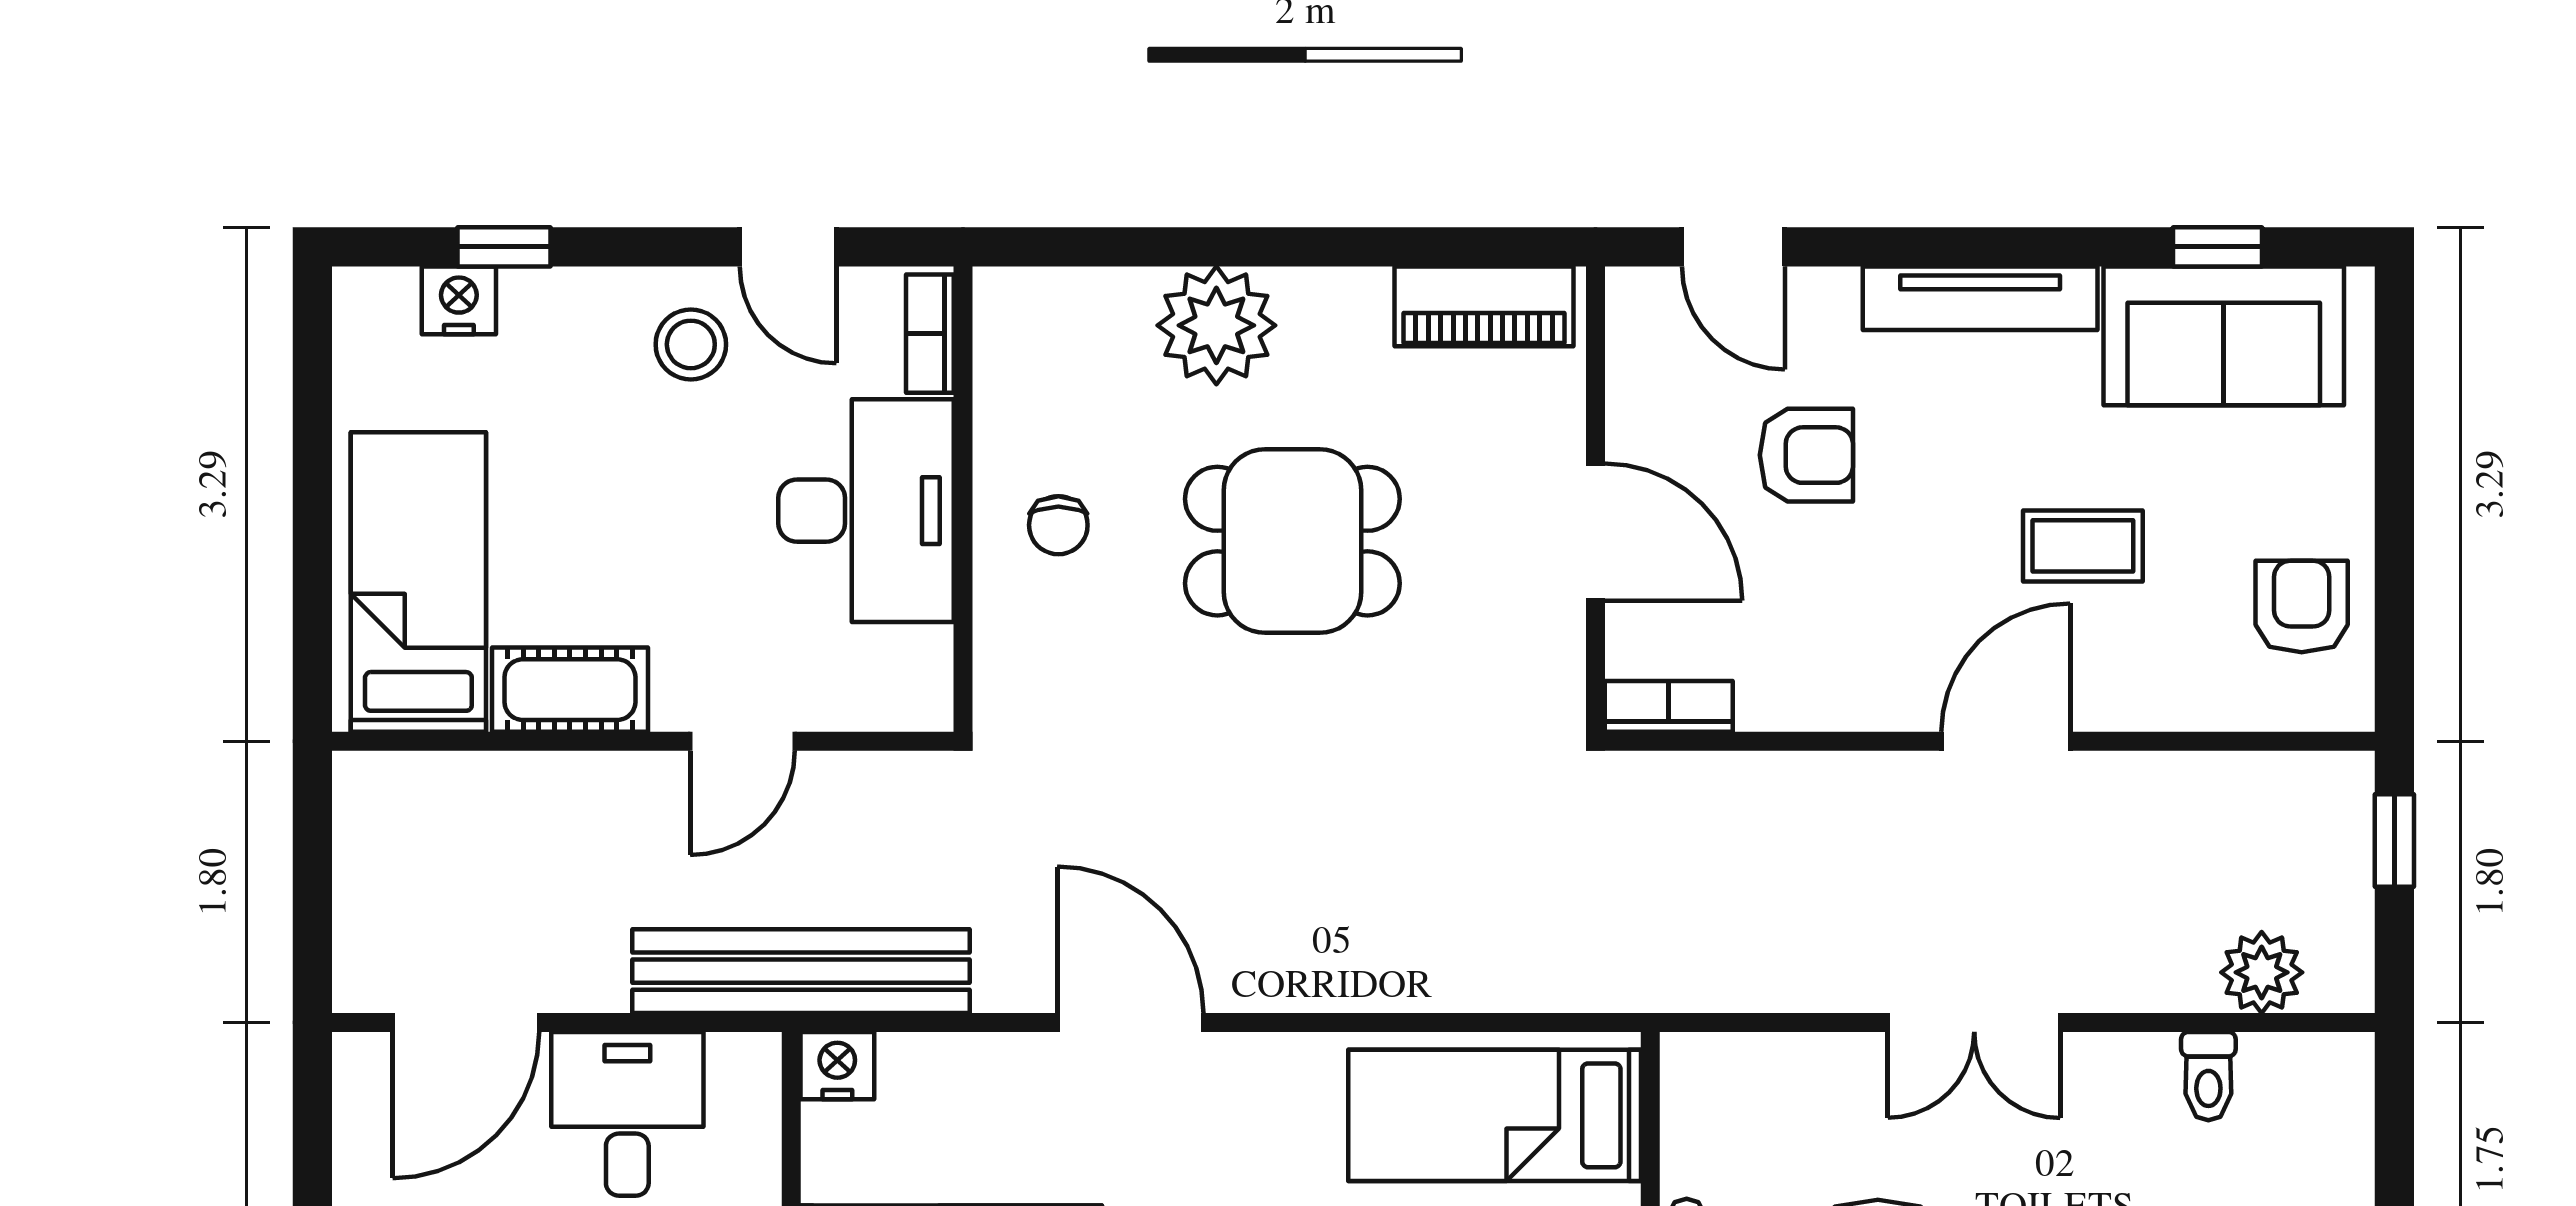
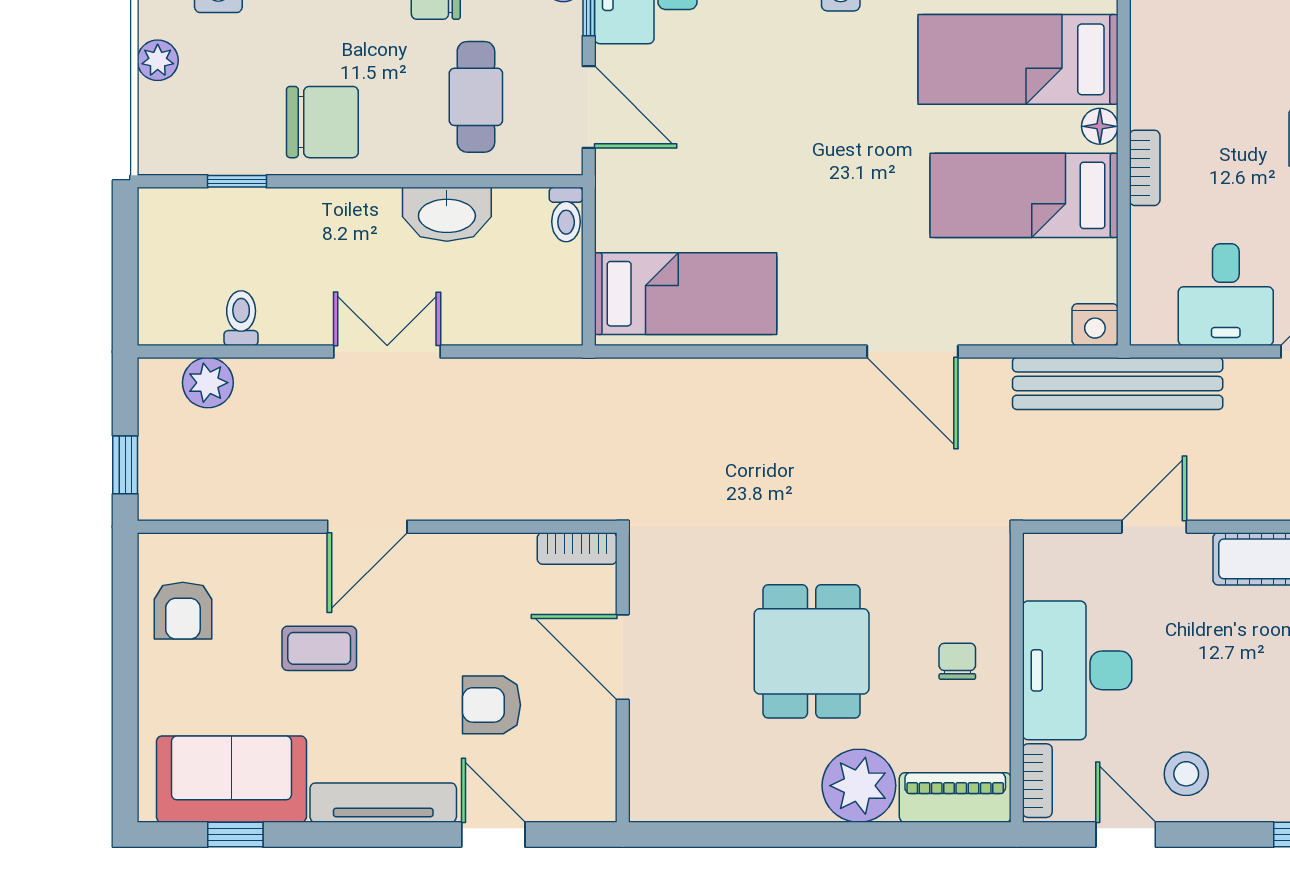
door: (1733, 247) -> (493, 835), moved
piano: (1484, 306) -> (955, 798), moved
dining table: (1292, 541) -> (812, 651), turned 90

